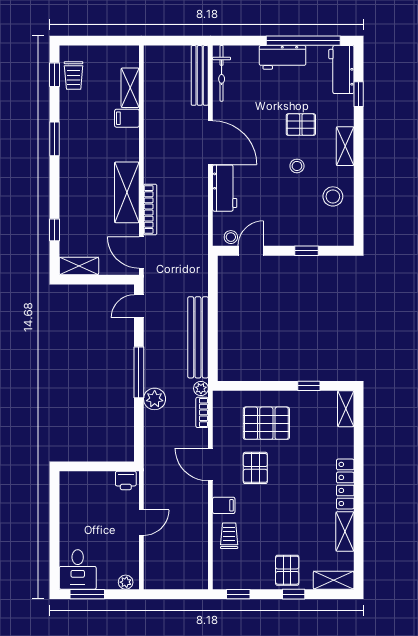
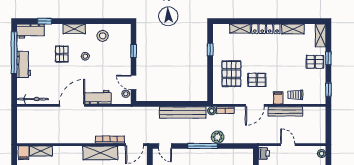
bench: (200, 75) -> (285, 111), moved
filing cabinet: (127, 118) -> (24, 153), moved
shelving: (346, 409) -> (240, 29), moved

